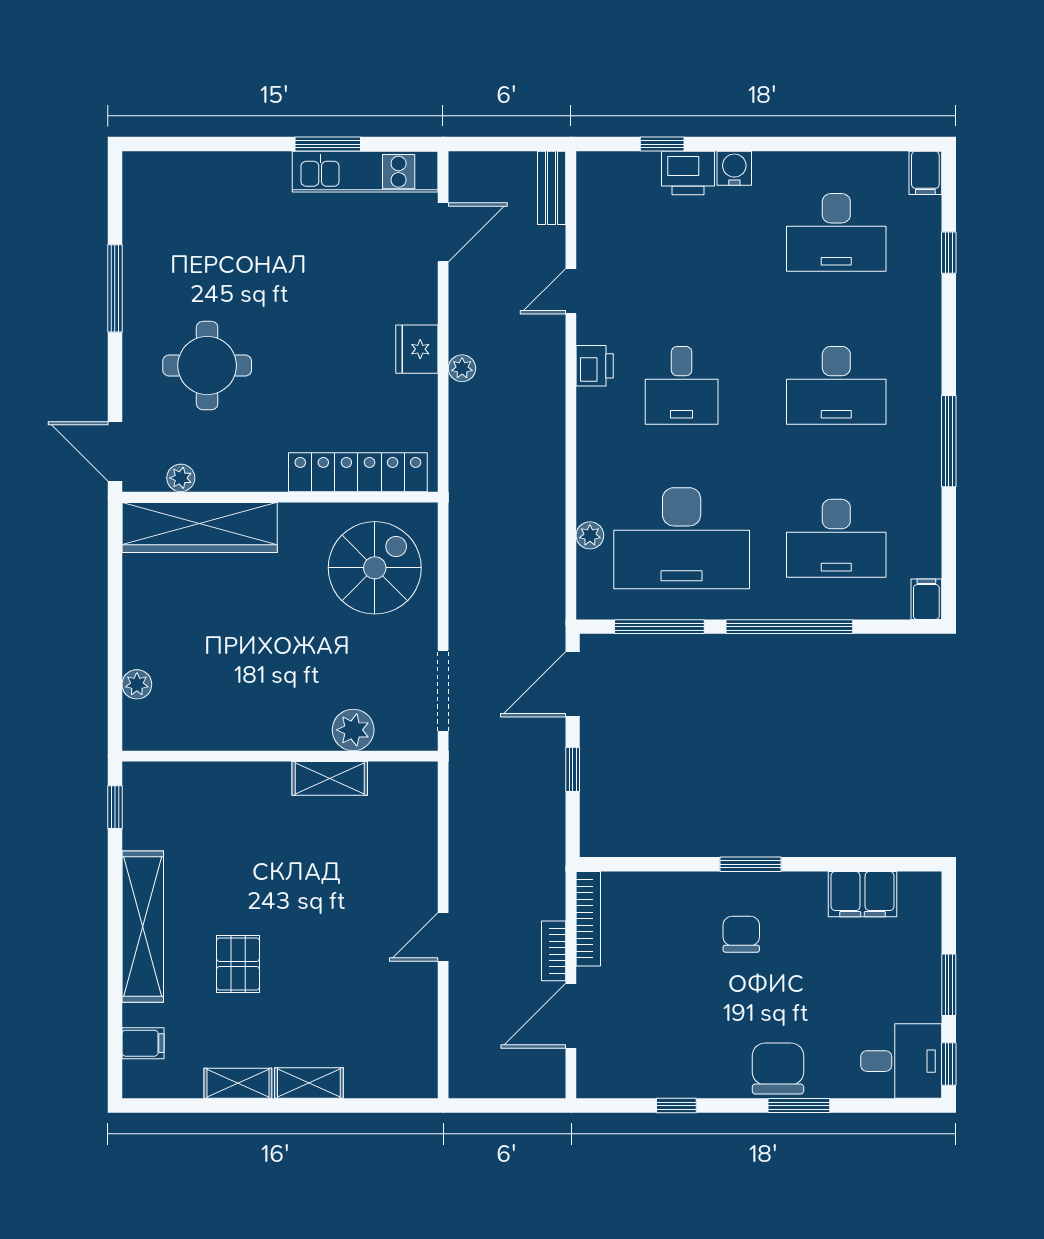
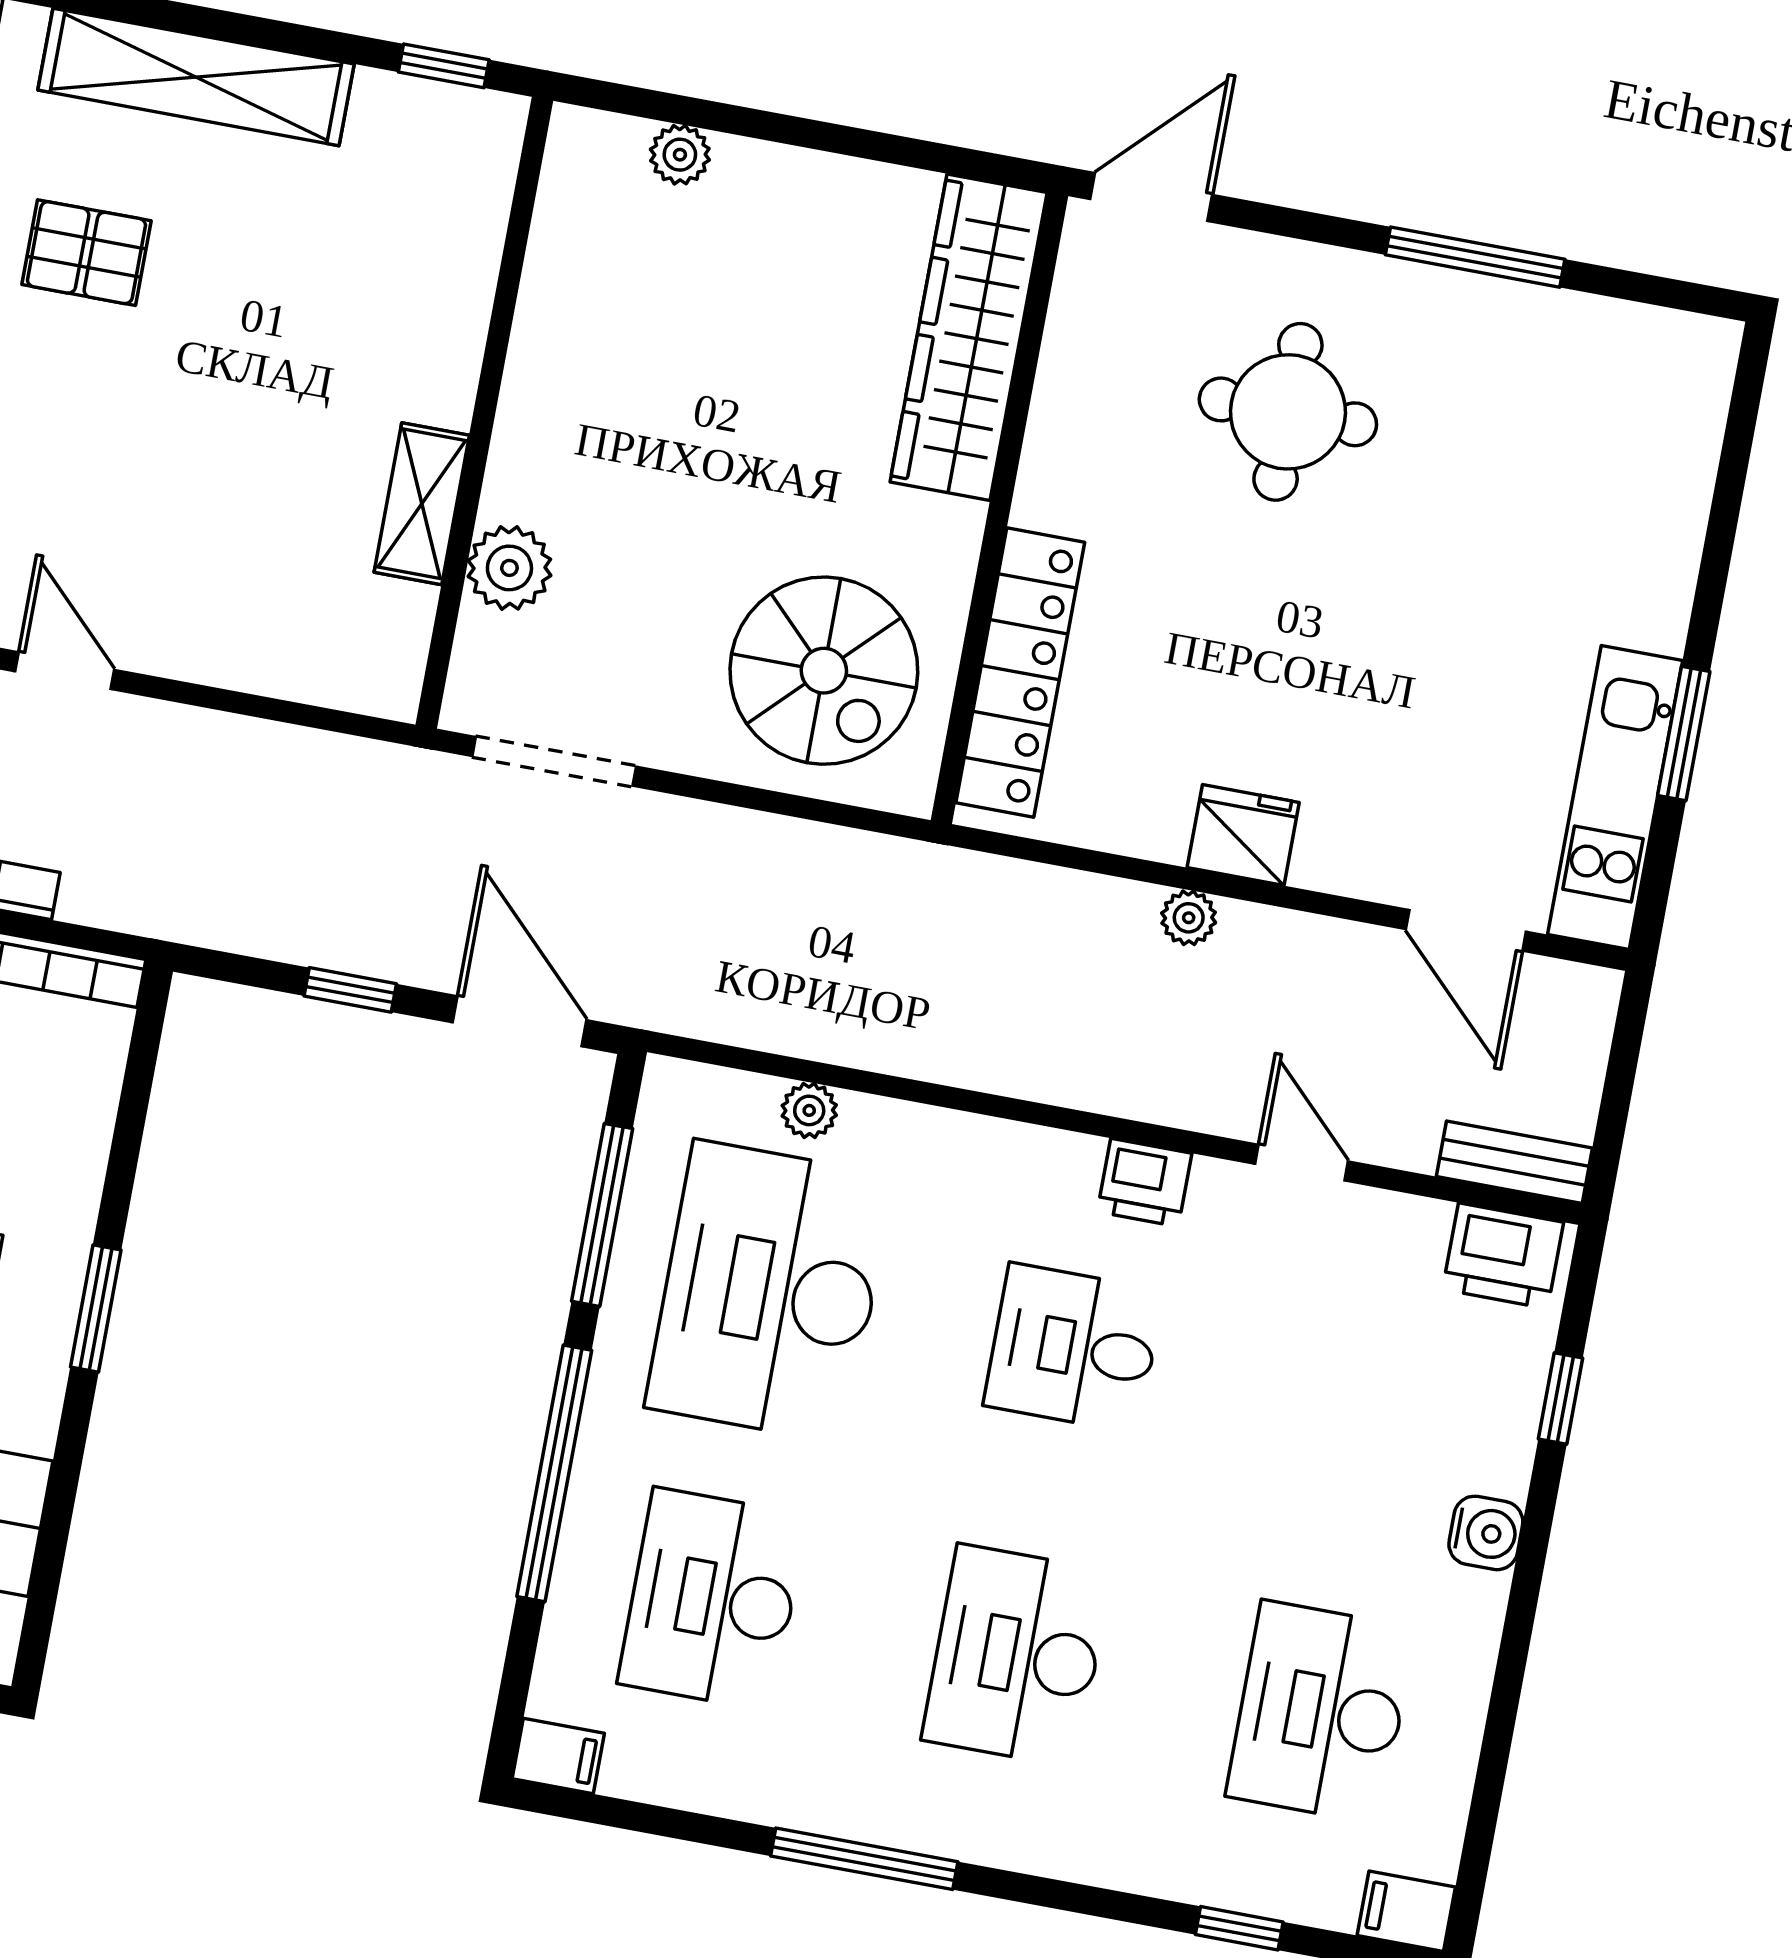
printer: (688, 173) -> (1503, 1256), moved, turned -90
plant: (181, 478) -> (1074, 318), removed

